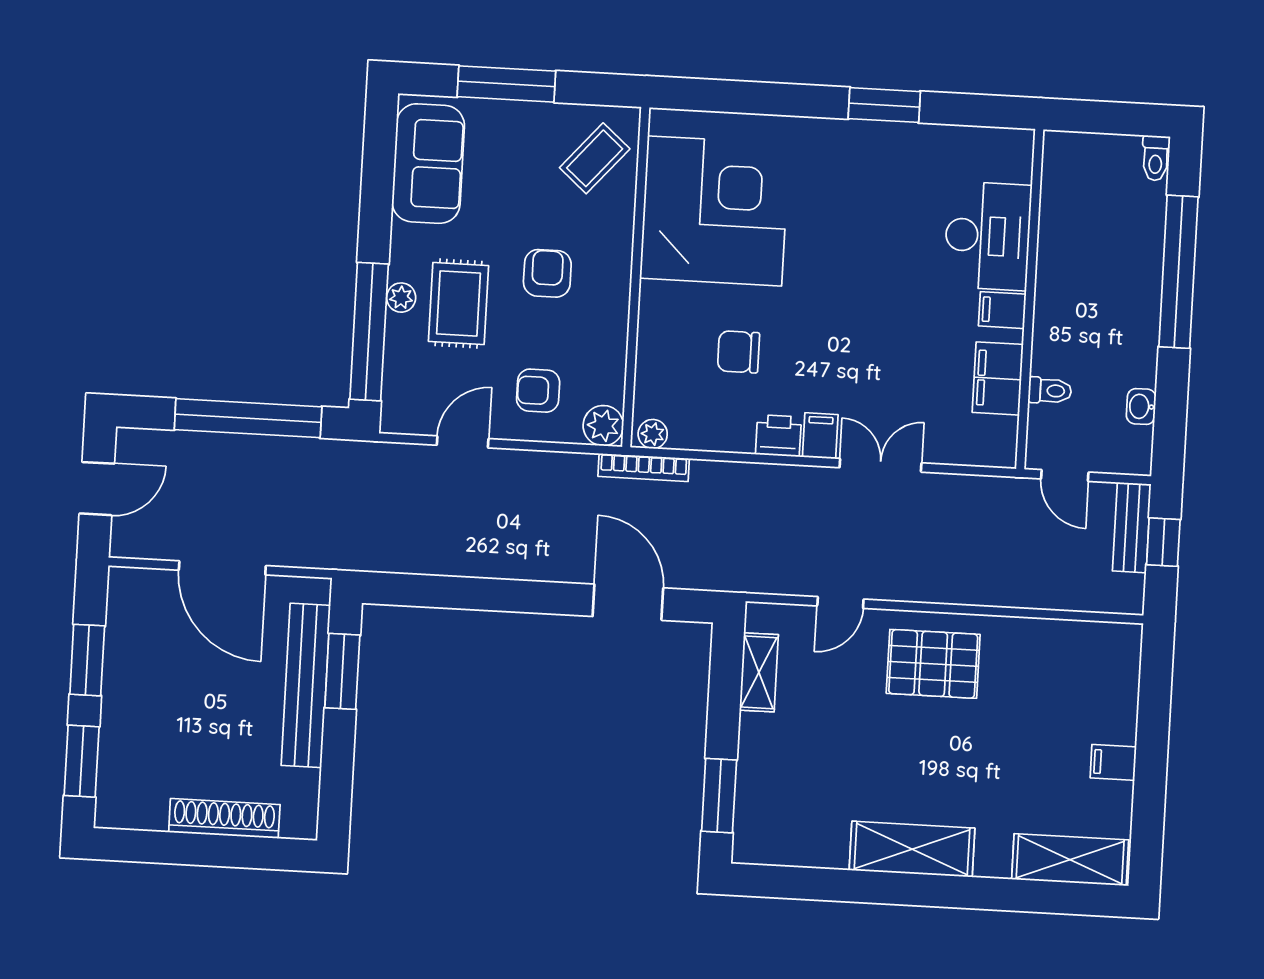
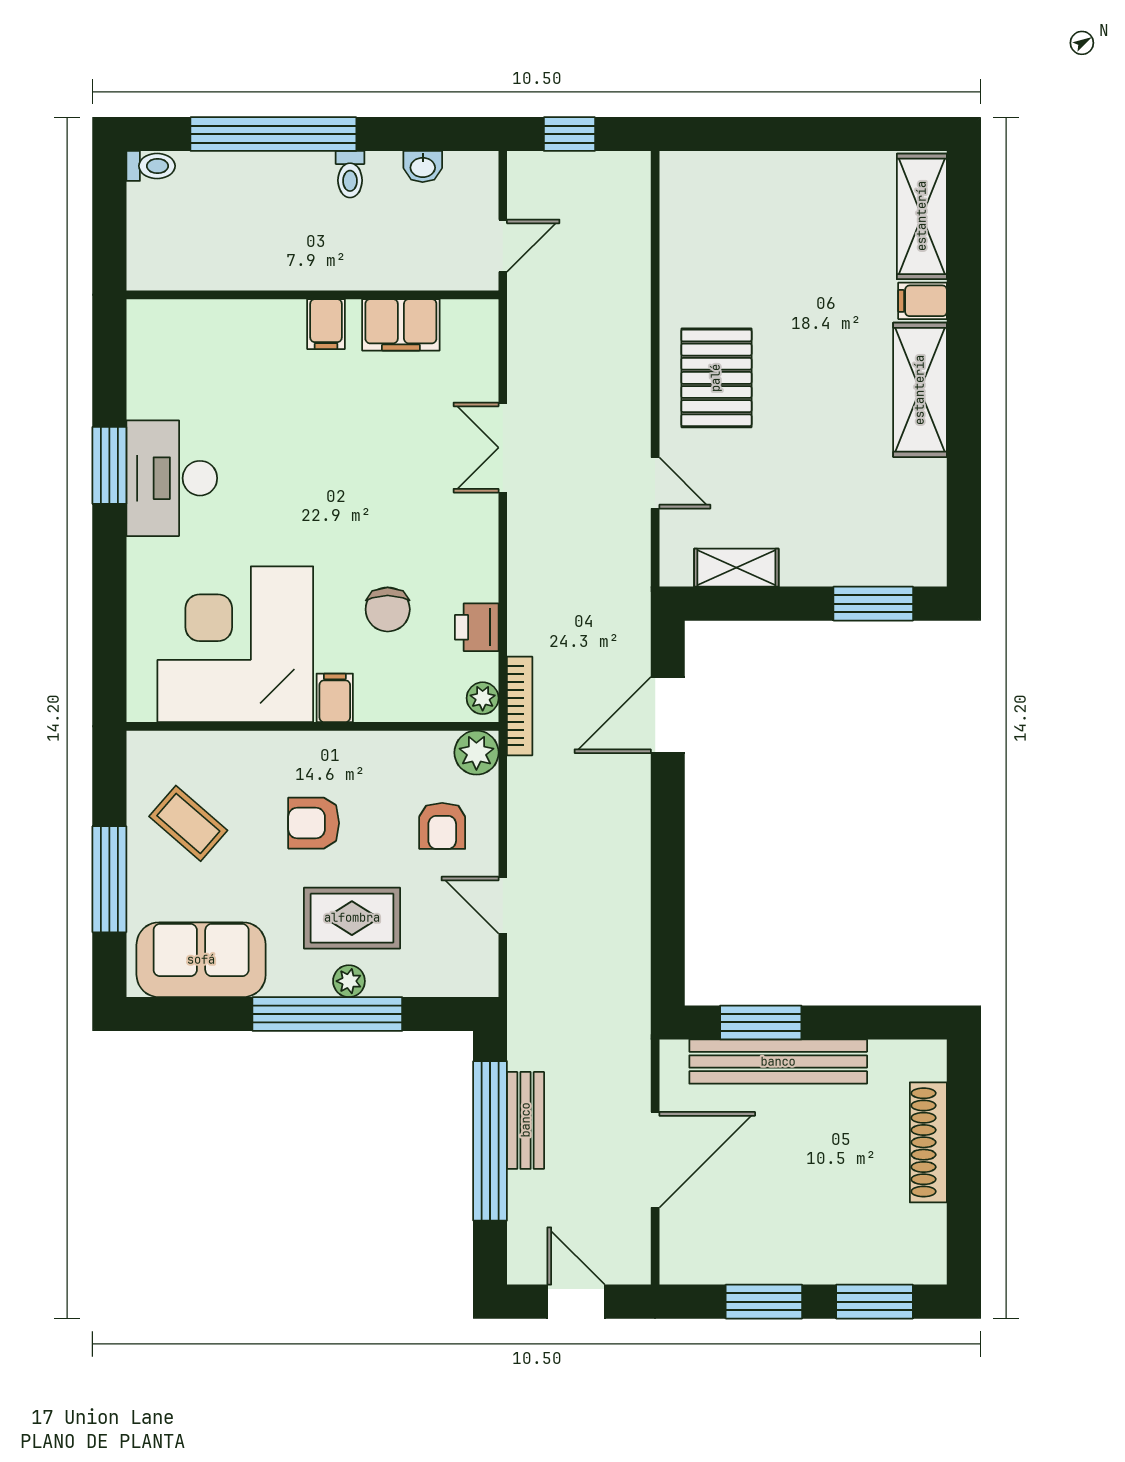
coffee table: (595, 158) -> (188, 823), moved
desk: (988, 236) -> (172, 478), moved, turned -90
window: (369, 332) -> (327, 1014), moved
toilet: (1050, 391) -> (350, 174), moved, turned 180
printer: (778, 436) -> (477, 627), moved
filing cabinet: (820, 436) -> (335, 698), moved, turned 90
bench: (1132, 528) -> (526, 1120), moved, turned 90
filing cabinet: (1113, 762) -> (923, 301), moved, turned 90

